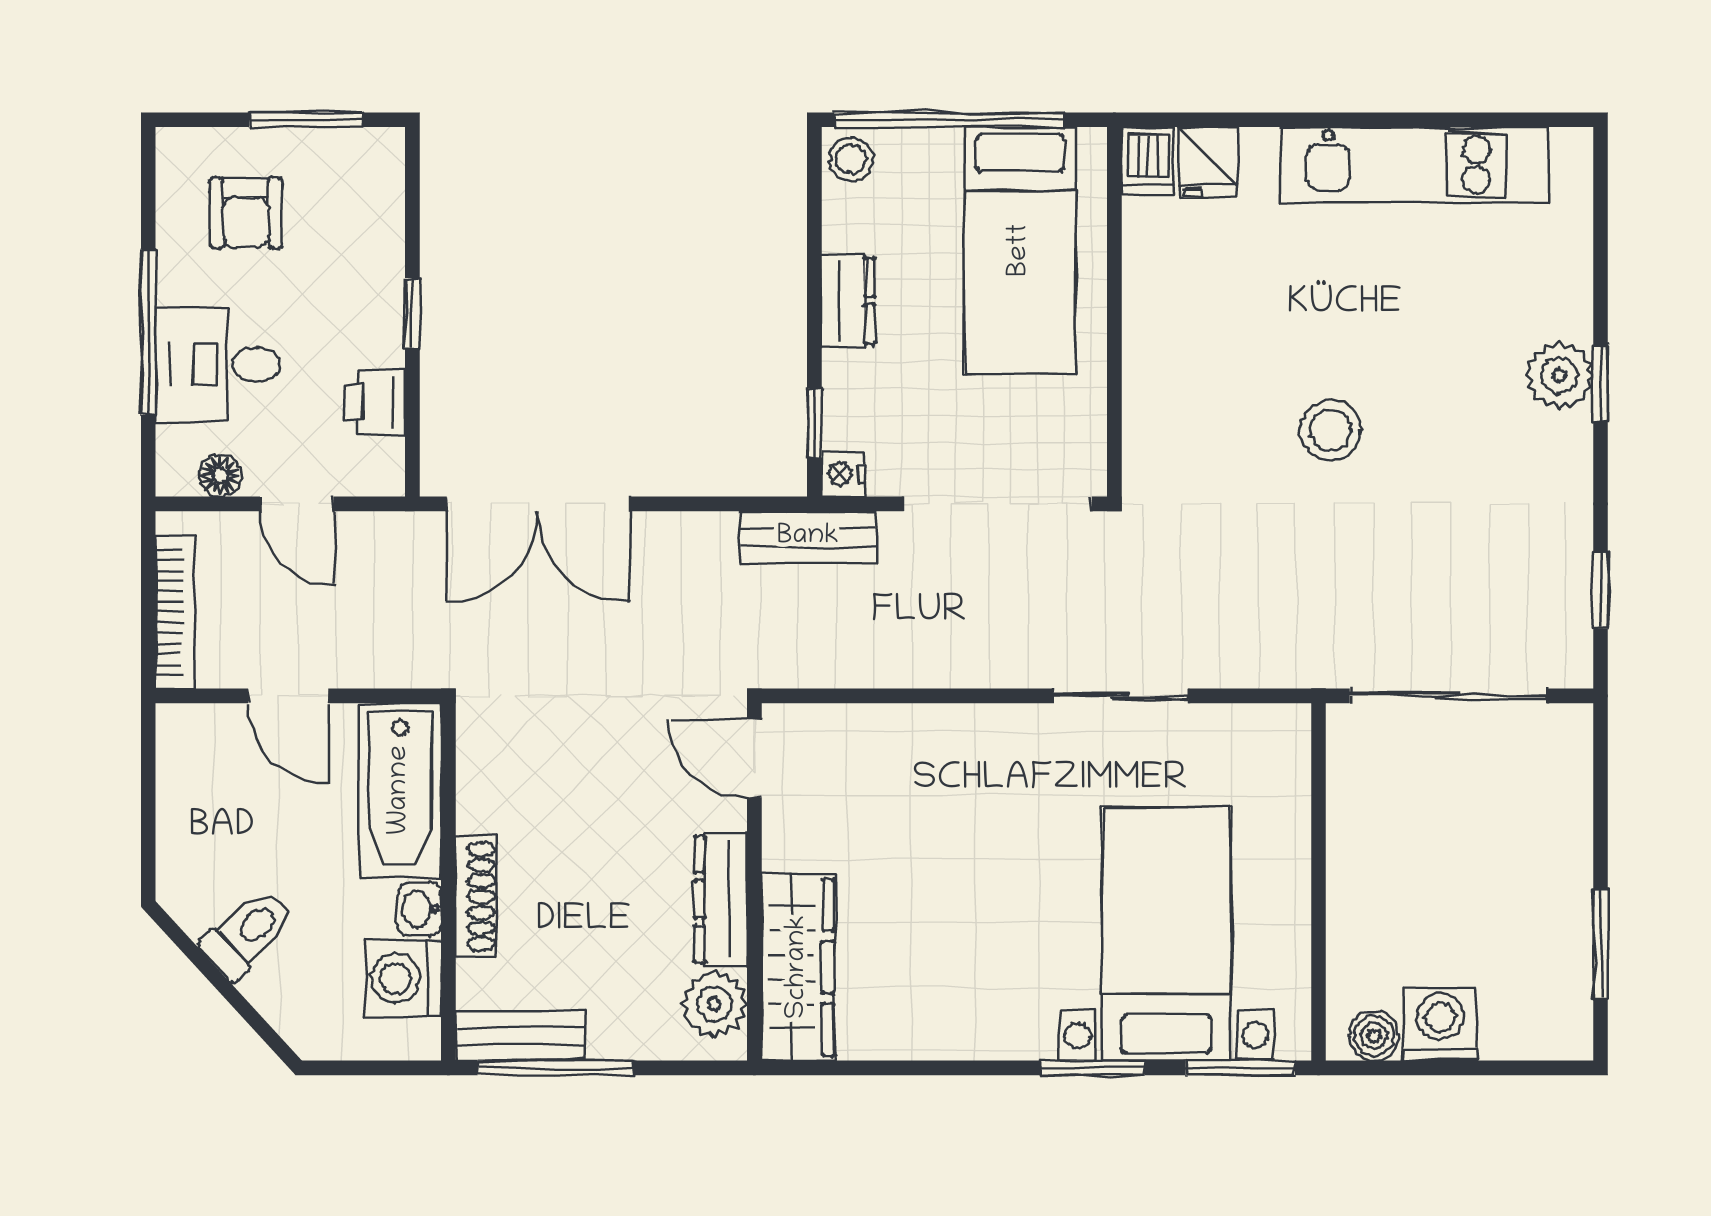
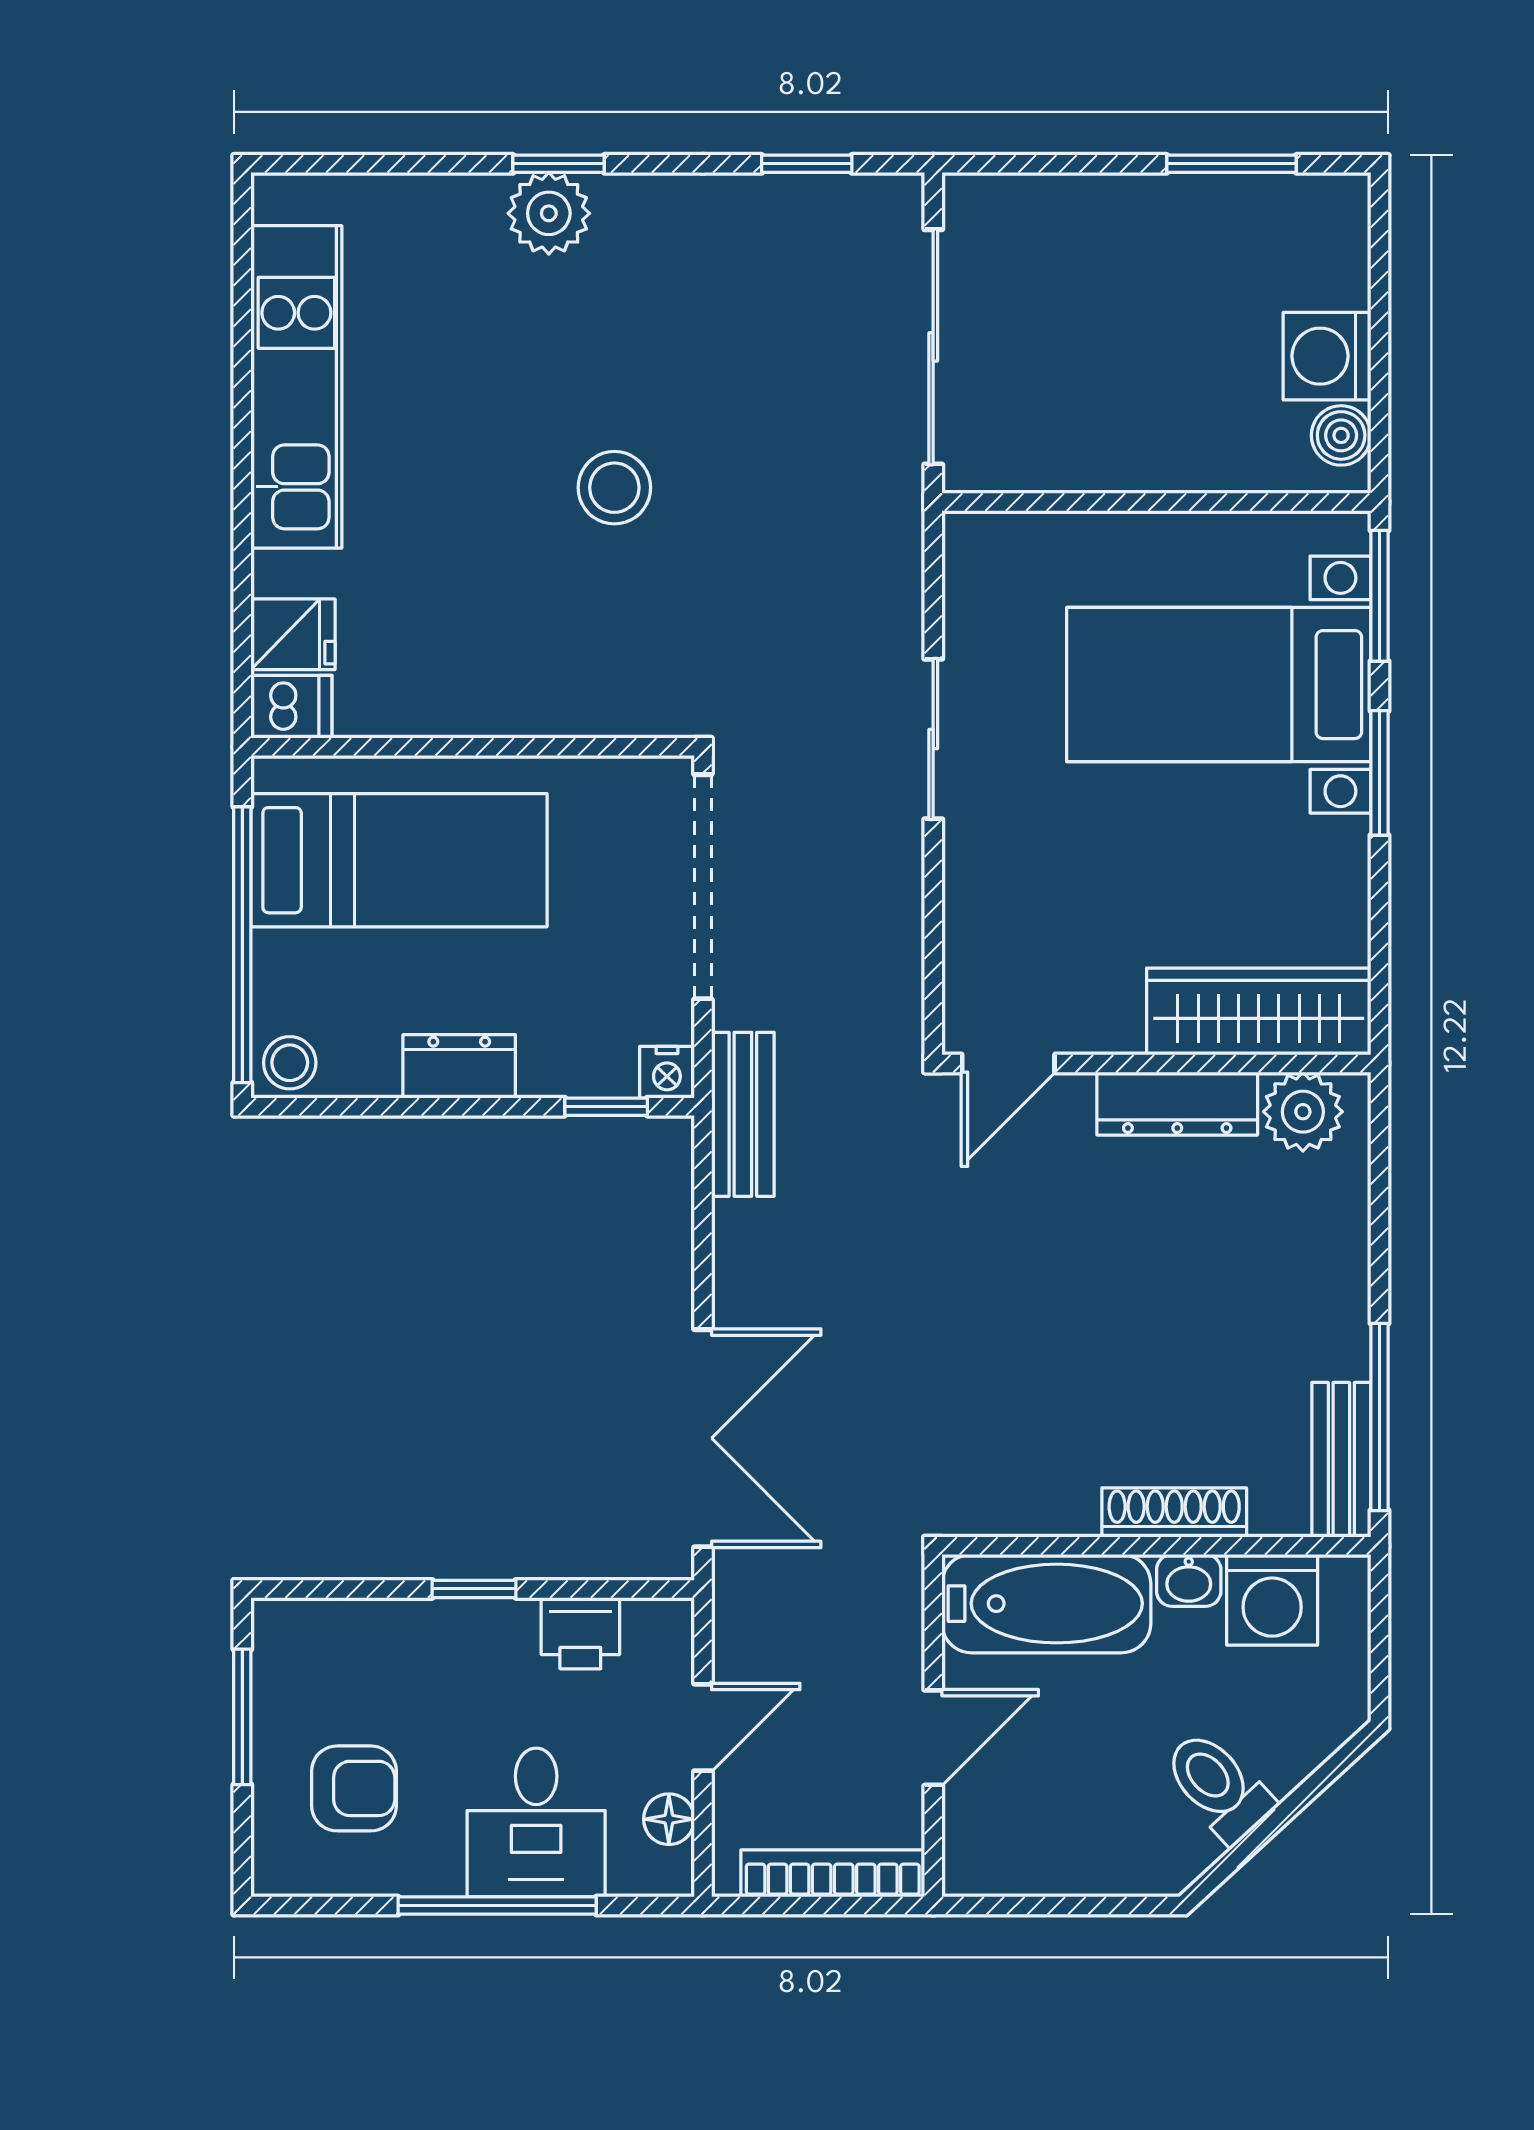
door: (754, 758) -> (1008, 1063), moved
wall: (754, 882) -> (1156, 1063), moved
dresser: (721, 899) -> (1177, 1104), moved
wardrobe: (798, 967) -> (1259, 1011), moved
plant: (714, 1004) -> (1303, 1112), moved

